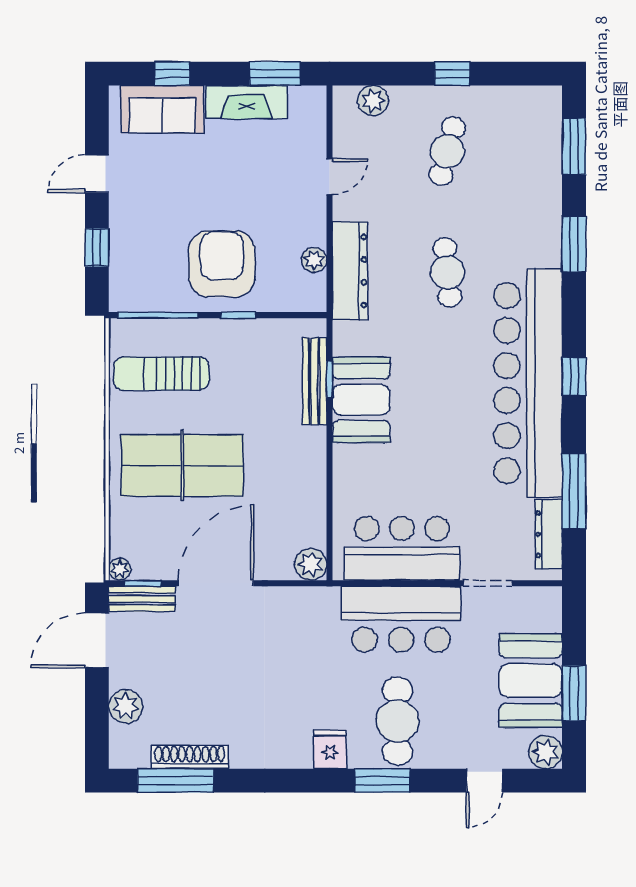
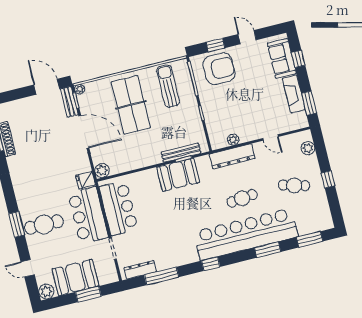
armchair: (222, 264) -> (219, 69), moved
bar counter: (528, 383) -> (246, 234), moved
window: (574, 693) -> (88, 294), moved
plant: (126, 706) -> (21, 106), removed
fridge: (330, 749) -> (86, 180), moved, turned 180

